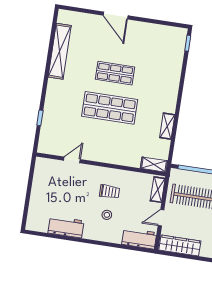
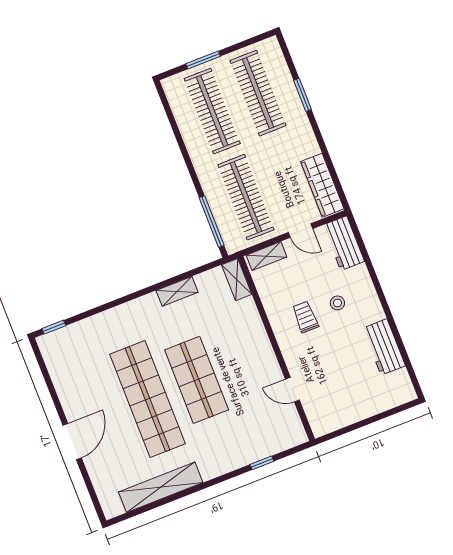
shop shelf: (115, 73) -> (147, 399), width x2.00, depth x1.36

